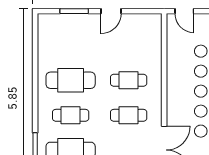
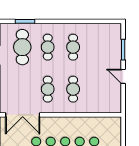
door: (184, 11) -> (123, 130), removed
cafe table: (71, 80) -> (73, 47), width x0.73, depth x0.74

